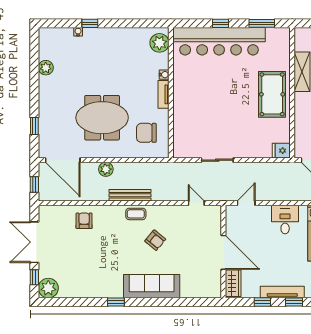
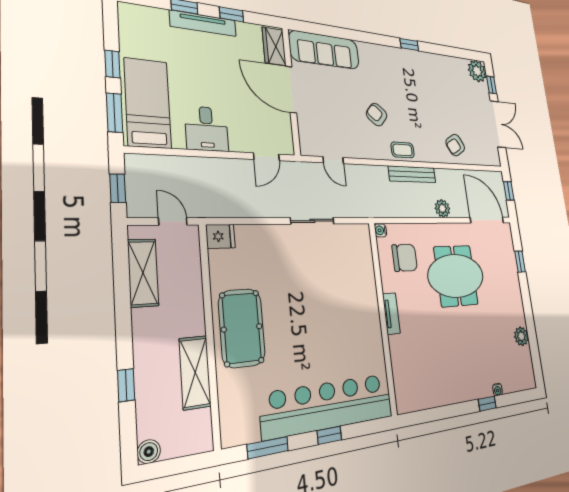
plant: (159, 43) -> (406, 390), removed
water cooler: (164, 75) -> (380, 230), moved
armchair: (84, 221) -> (455, 145), turned 59
sofa: (152, 286) -> (324, 50), moved

